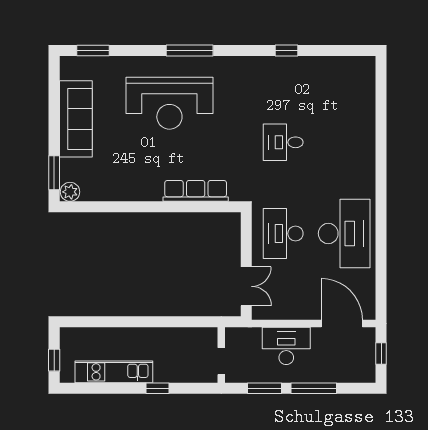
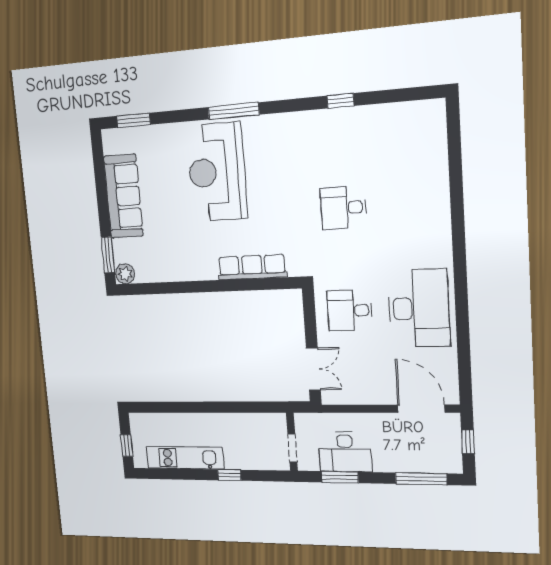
reception desk: (169, 103) -> (217, 172), turned 90
desk: (283, 234) -> (350, 311), width x0.73
desk: (286, 346) -> (345, 452), moved, turned 180
window: (314, 388) -> (421, 479), moved

